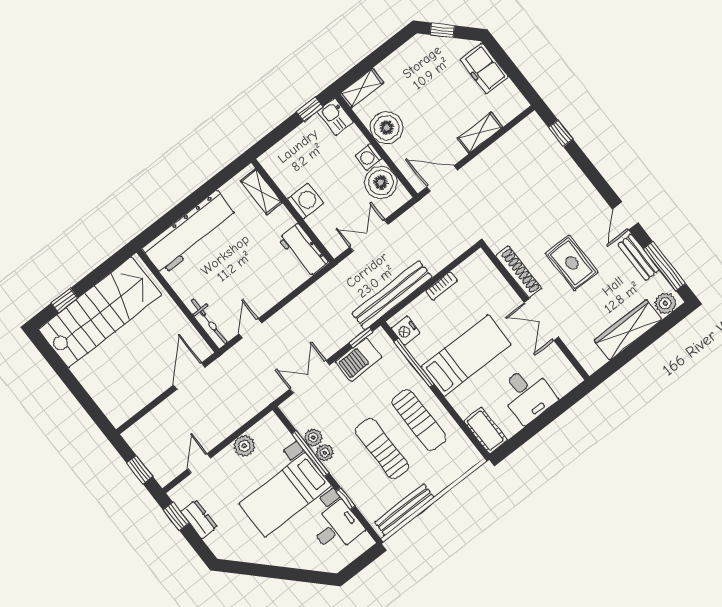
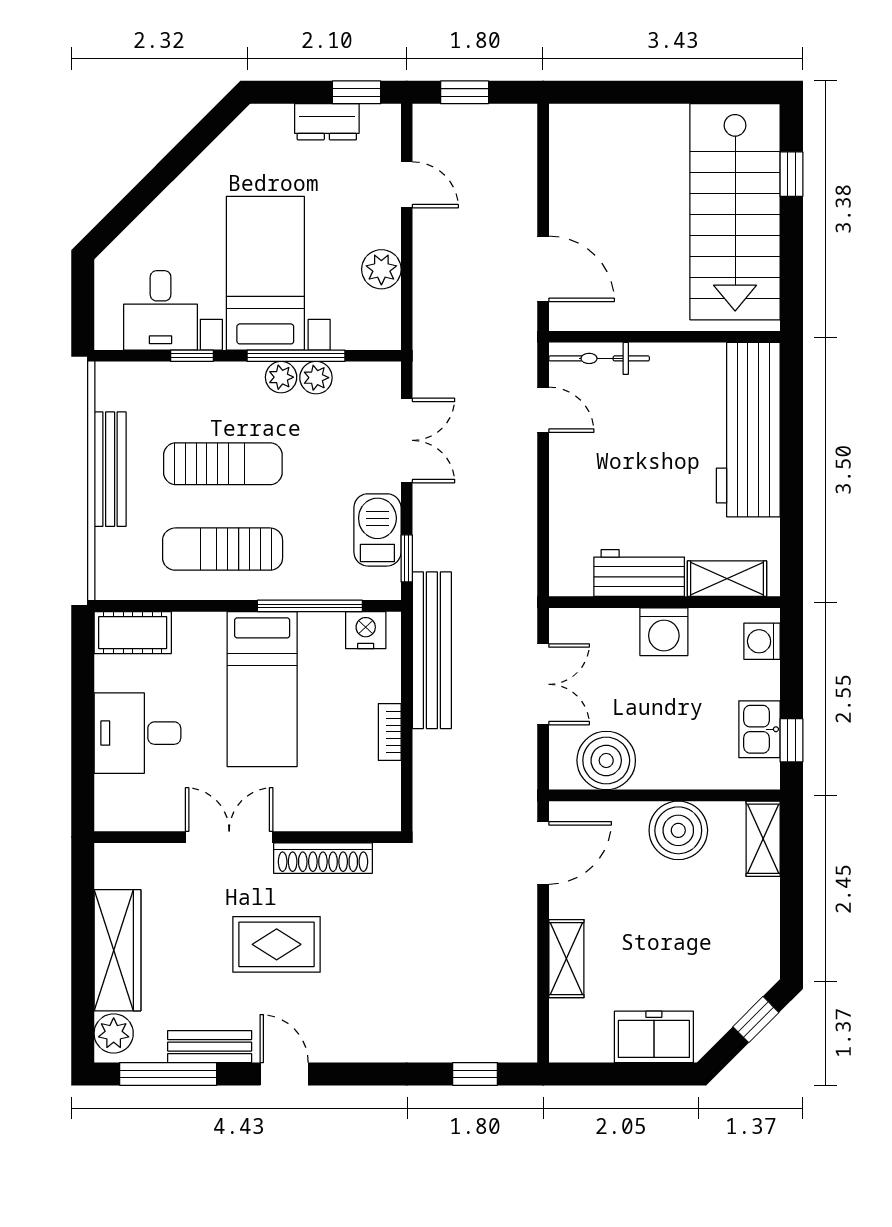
kitchen sink: (335, 117) -> (759, 729), moved, turned -90
washing machine: (369, 157) -> (762, 641), moved, turned -90
workbench: (303, 250) -> (639, 573), moved
bench: (404, 510) -> (110, 469), moved

